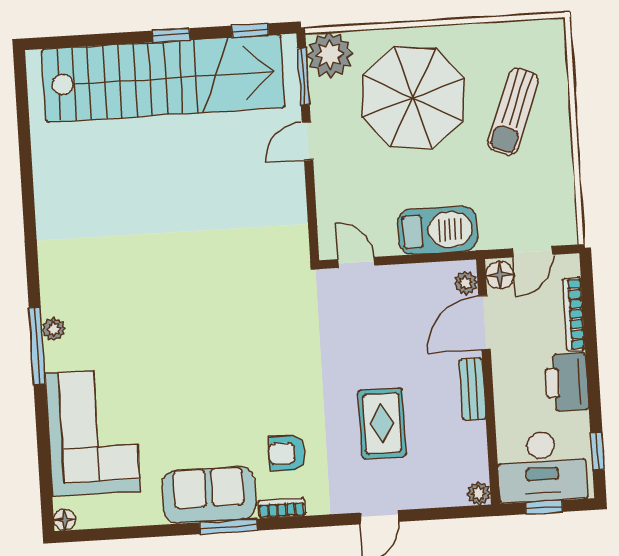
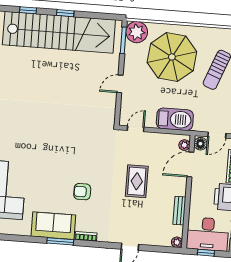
window: (250, 30) -> (28, 10), moved
door: (307, 141) -> (120, 84), moved
door: (356, 262) -> (136, 129), hinge flipped
bench: (472, 389) -> (179, 211), moved
rug: (382, 423) -> (137, 181), moved
armchair: (287, 453) -> (82, 192), moved

